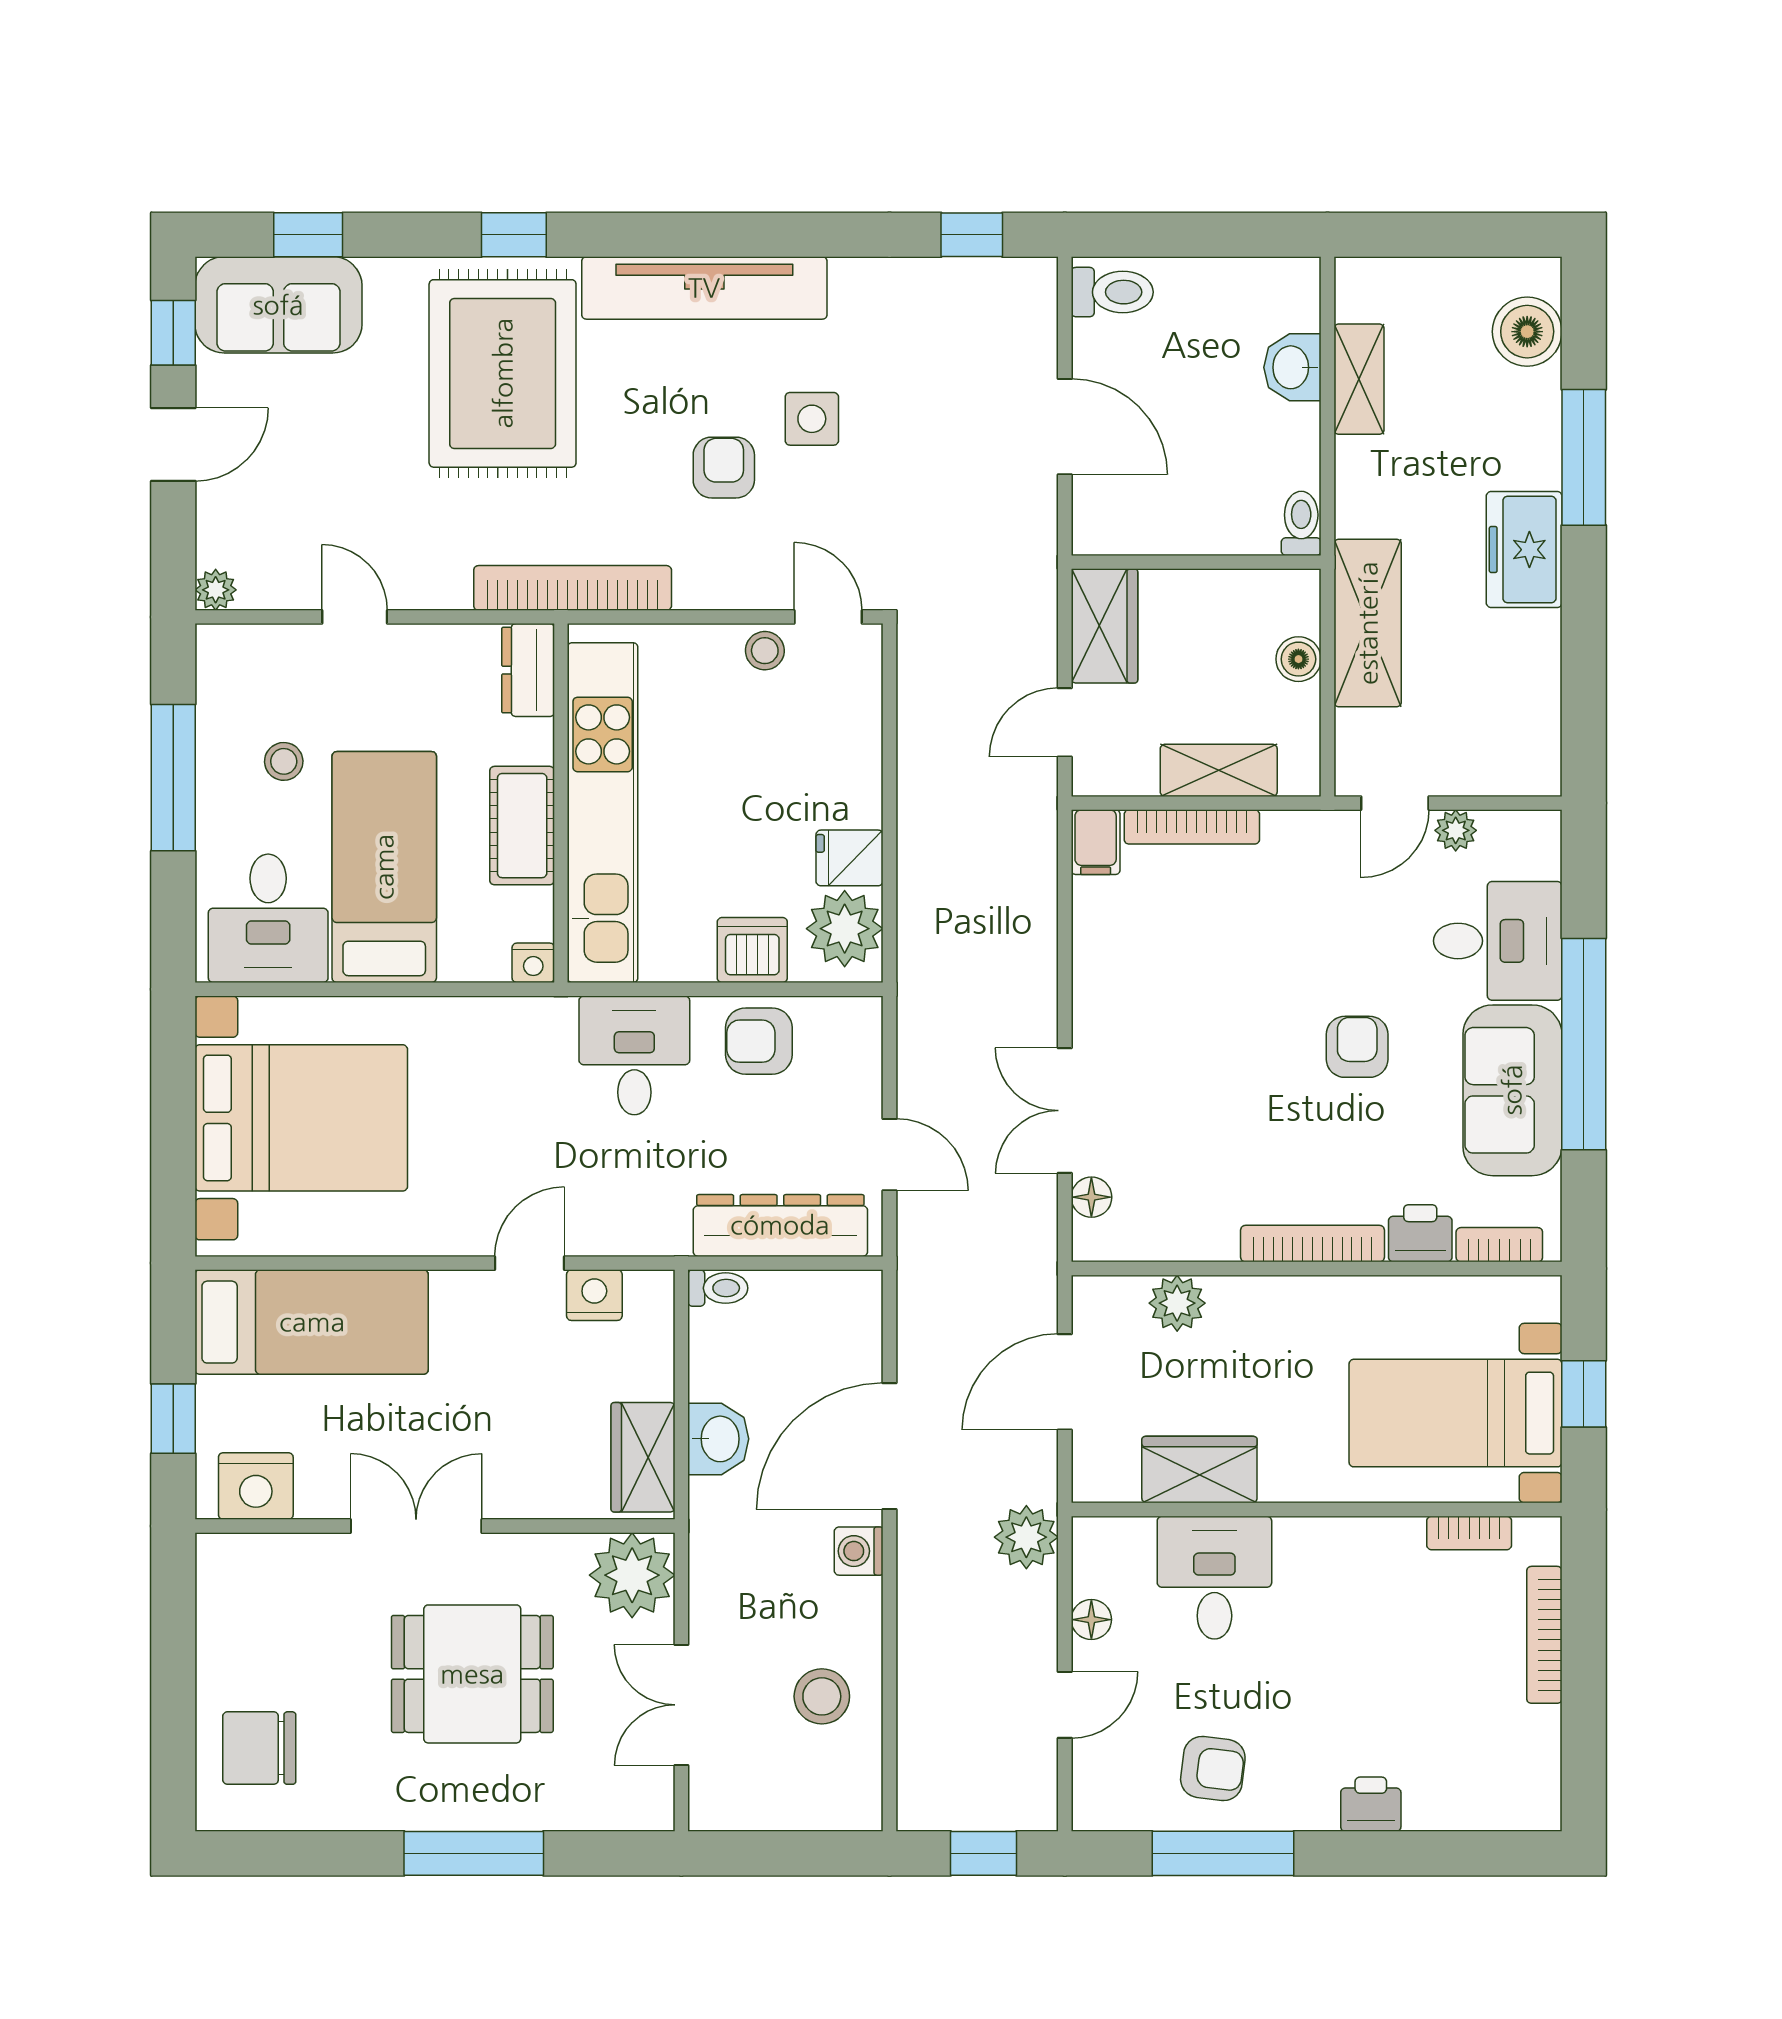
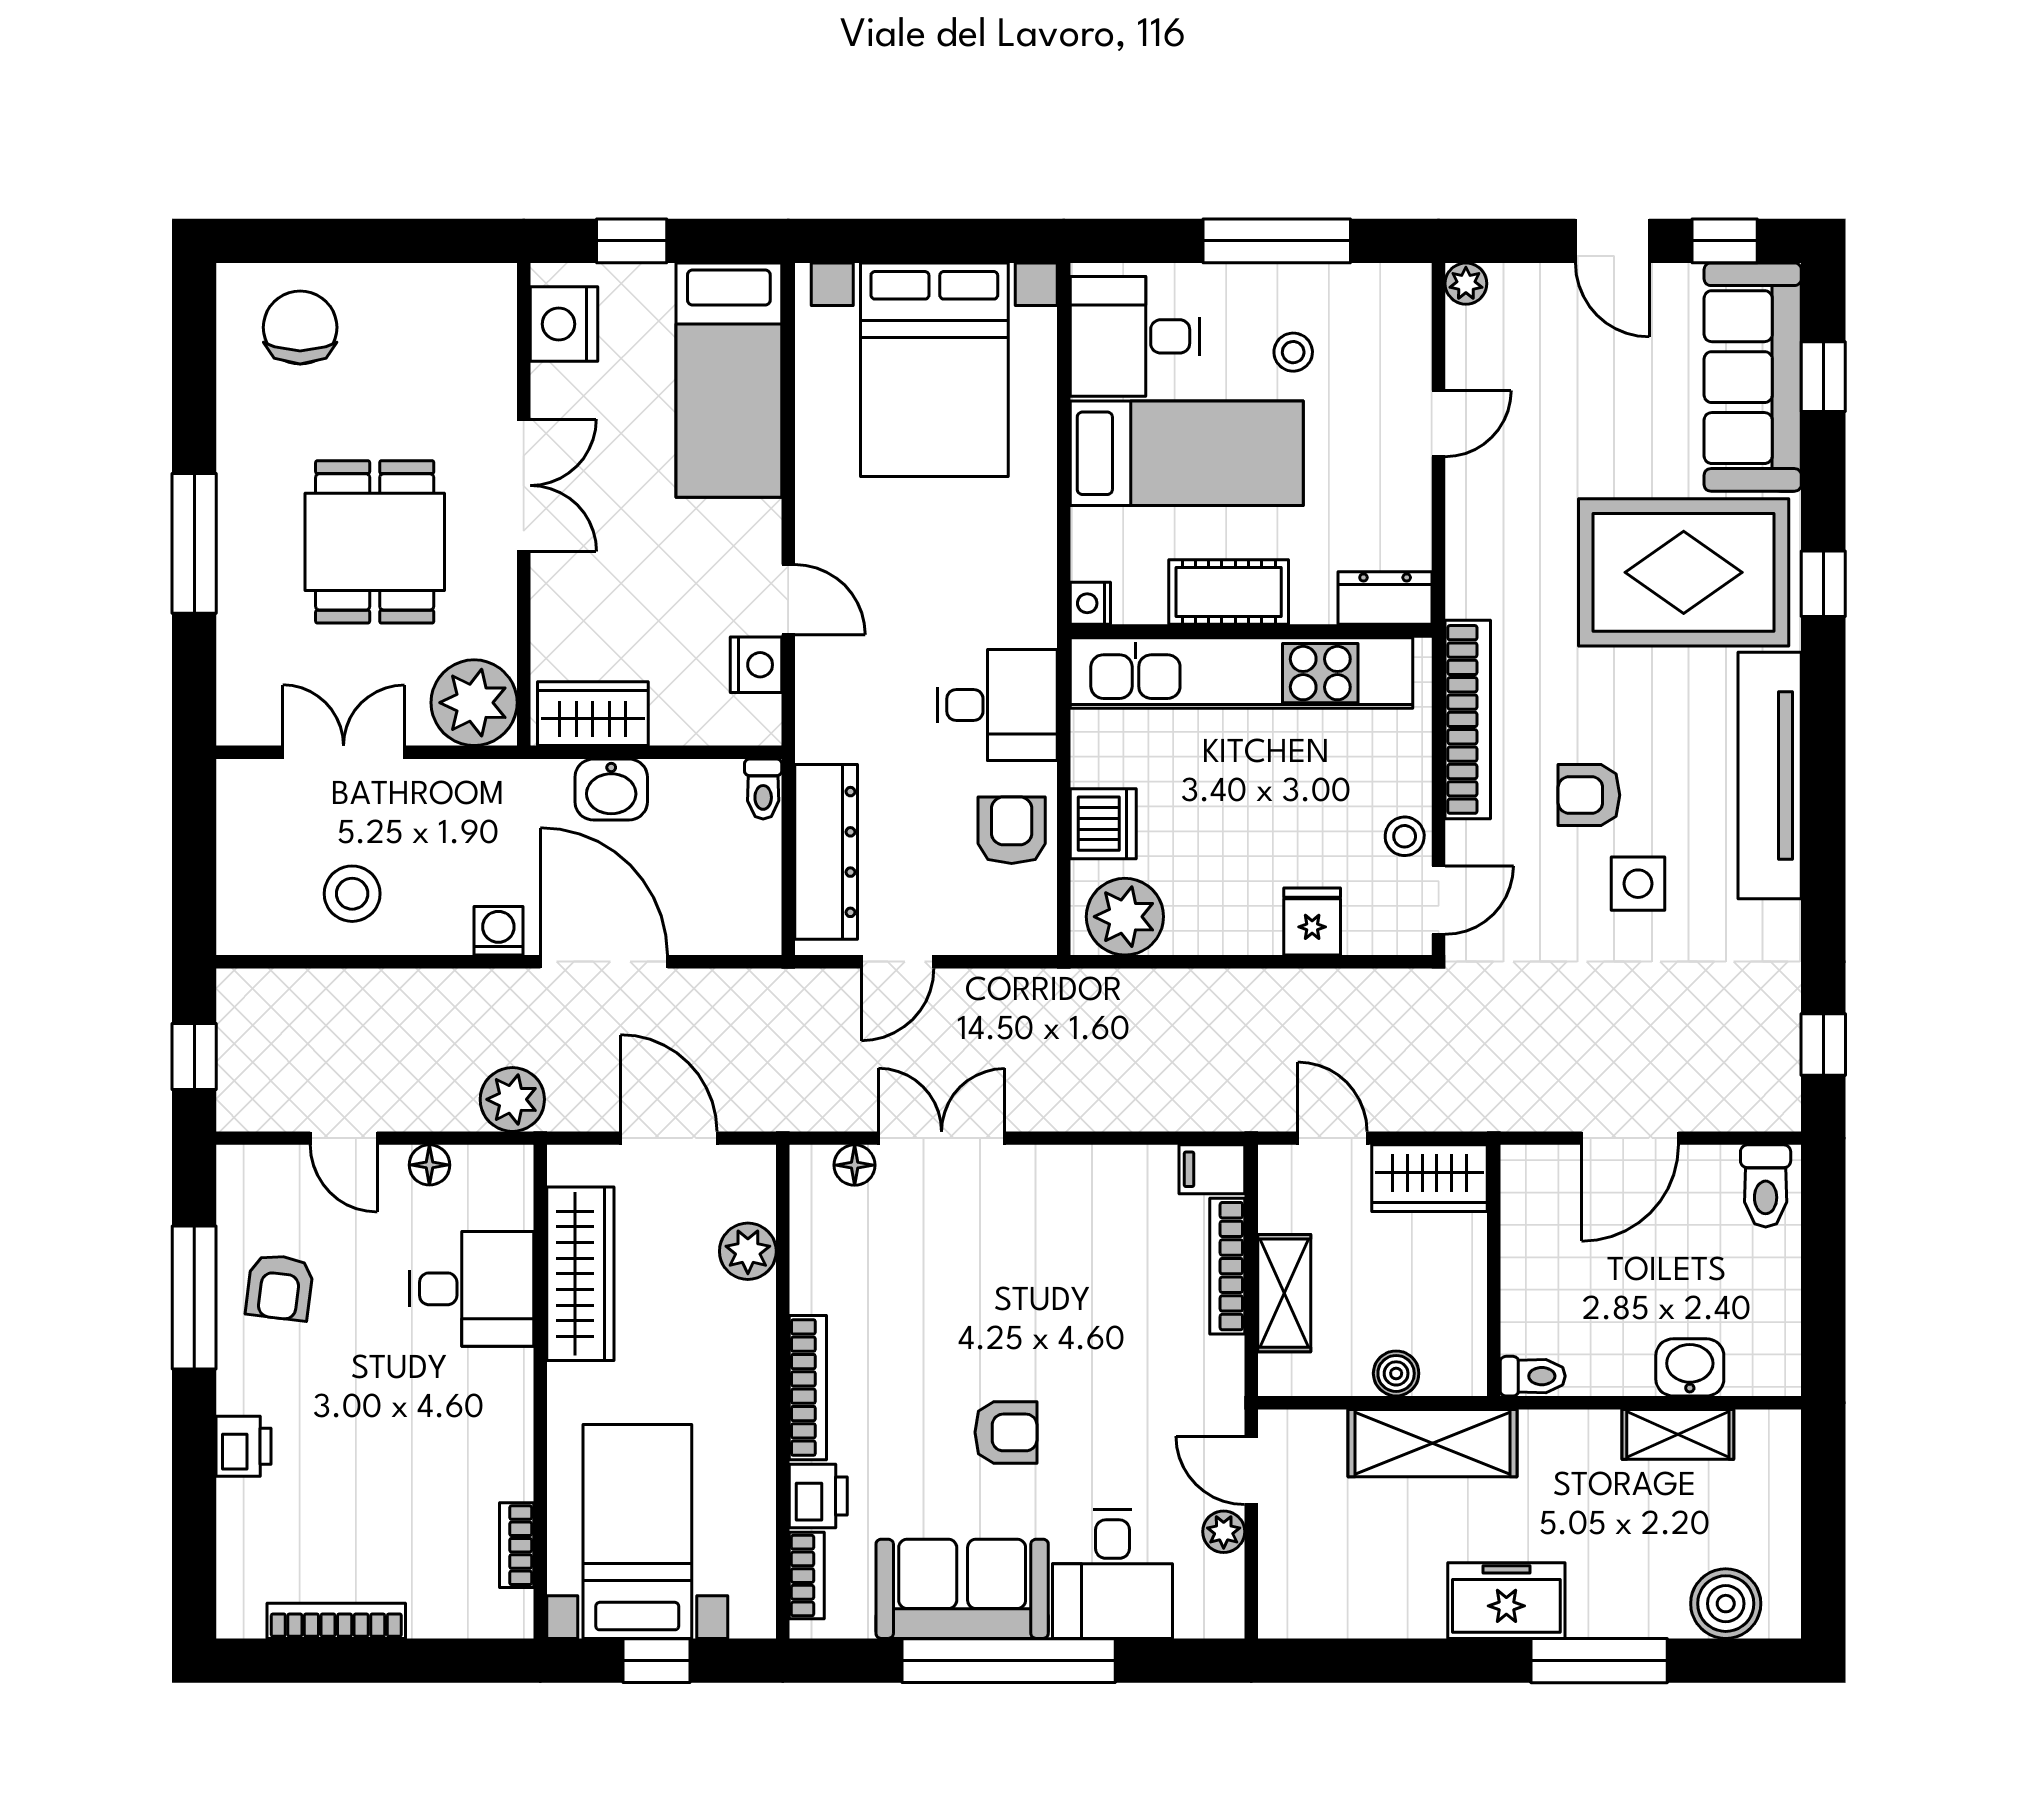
sofa: (278, 305) -> (1753, 377), width x1.36
armchair: (724, 468) -> (1589, 795), turned 180
bookcase: (573, 588) -> (1468, 719), moved
fridge: (850, 858) -> (1312, 922), moved
wardrobe: (1199, 1470) -> (580, 1274), width x1.50
bookcase: (1544, 1635) -> (336, 1621), moved

